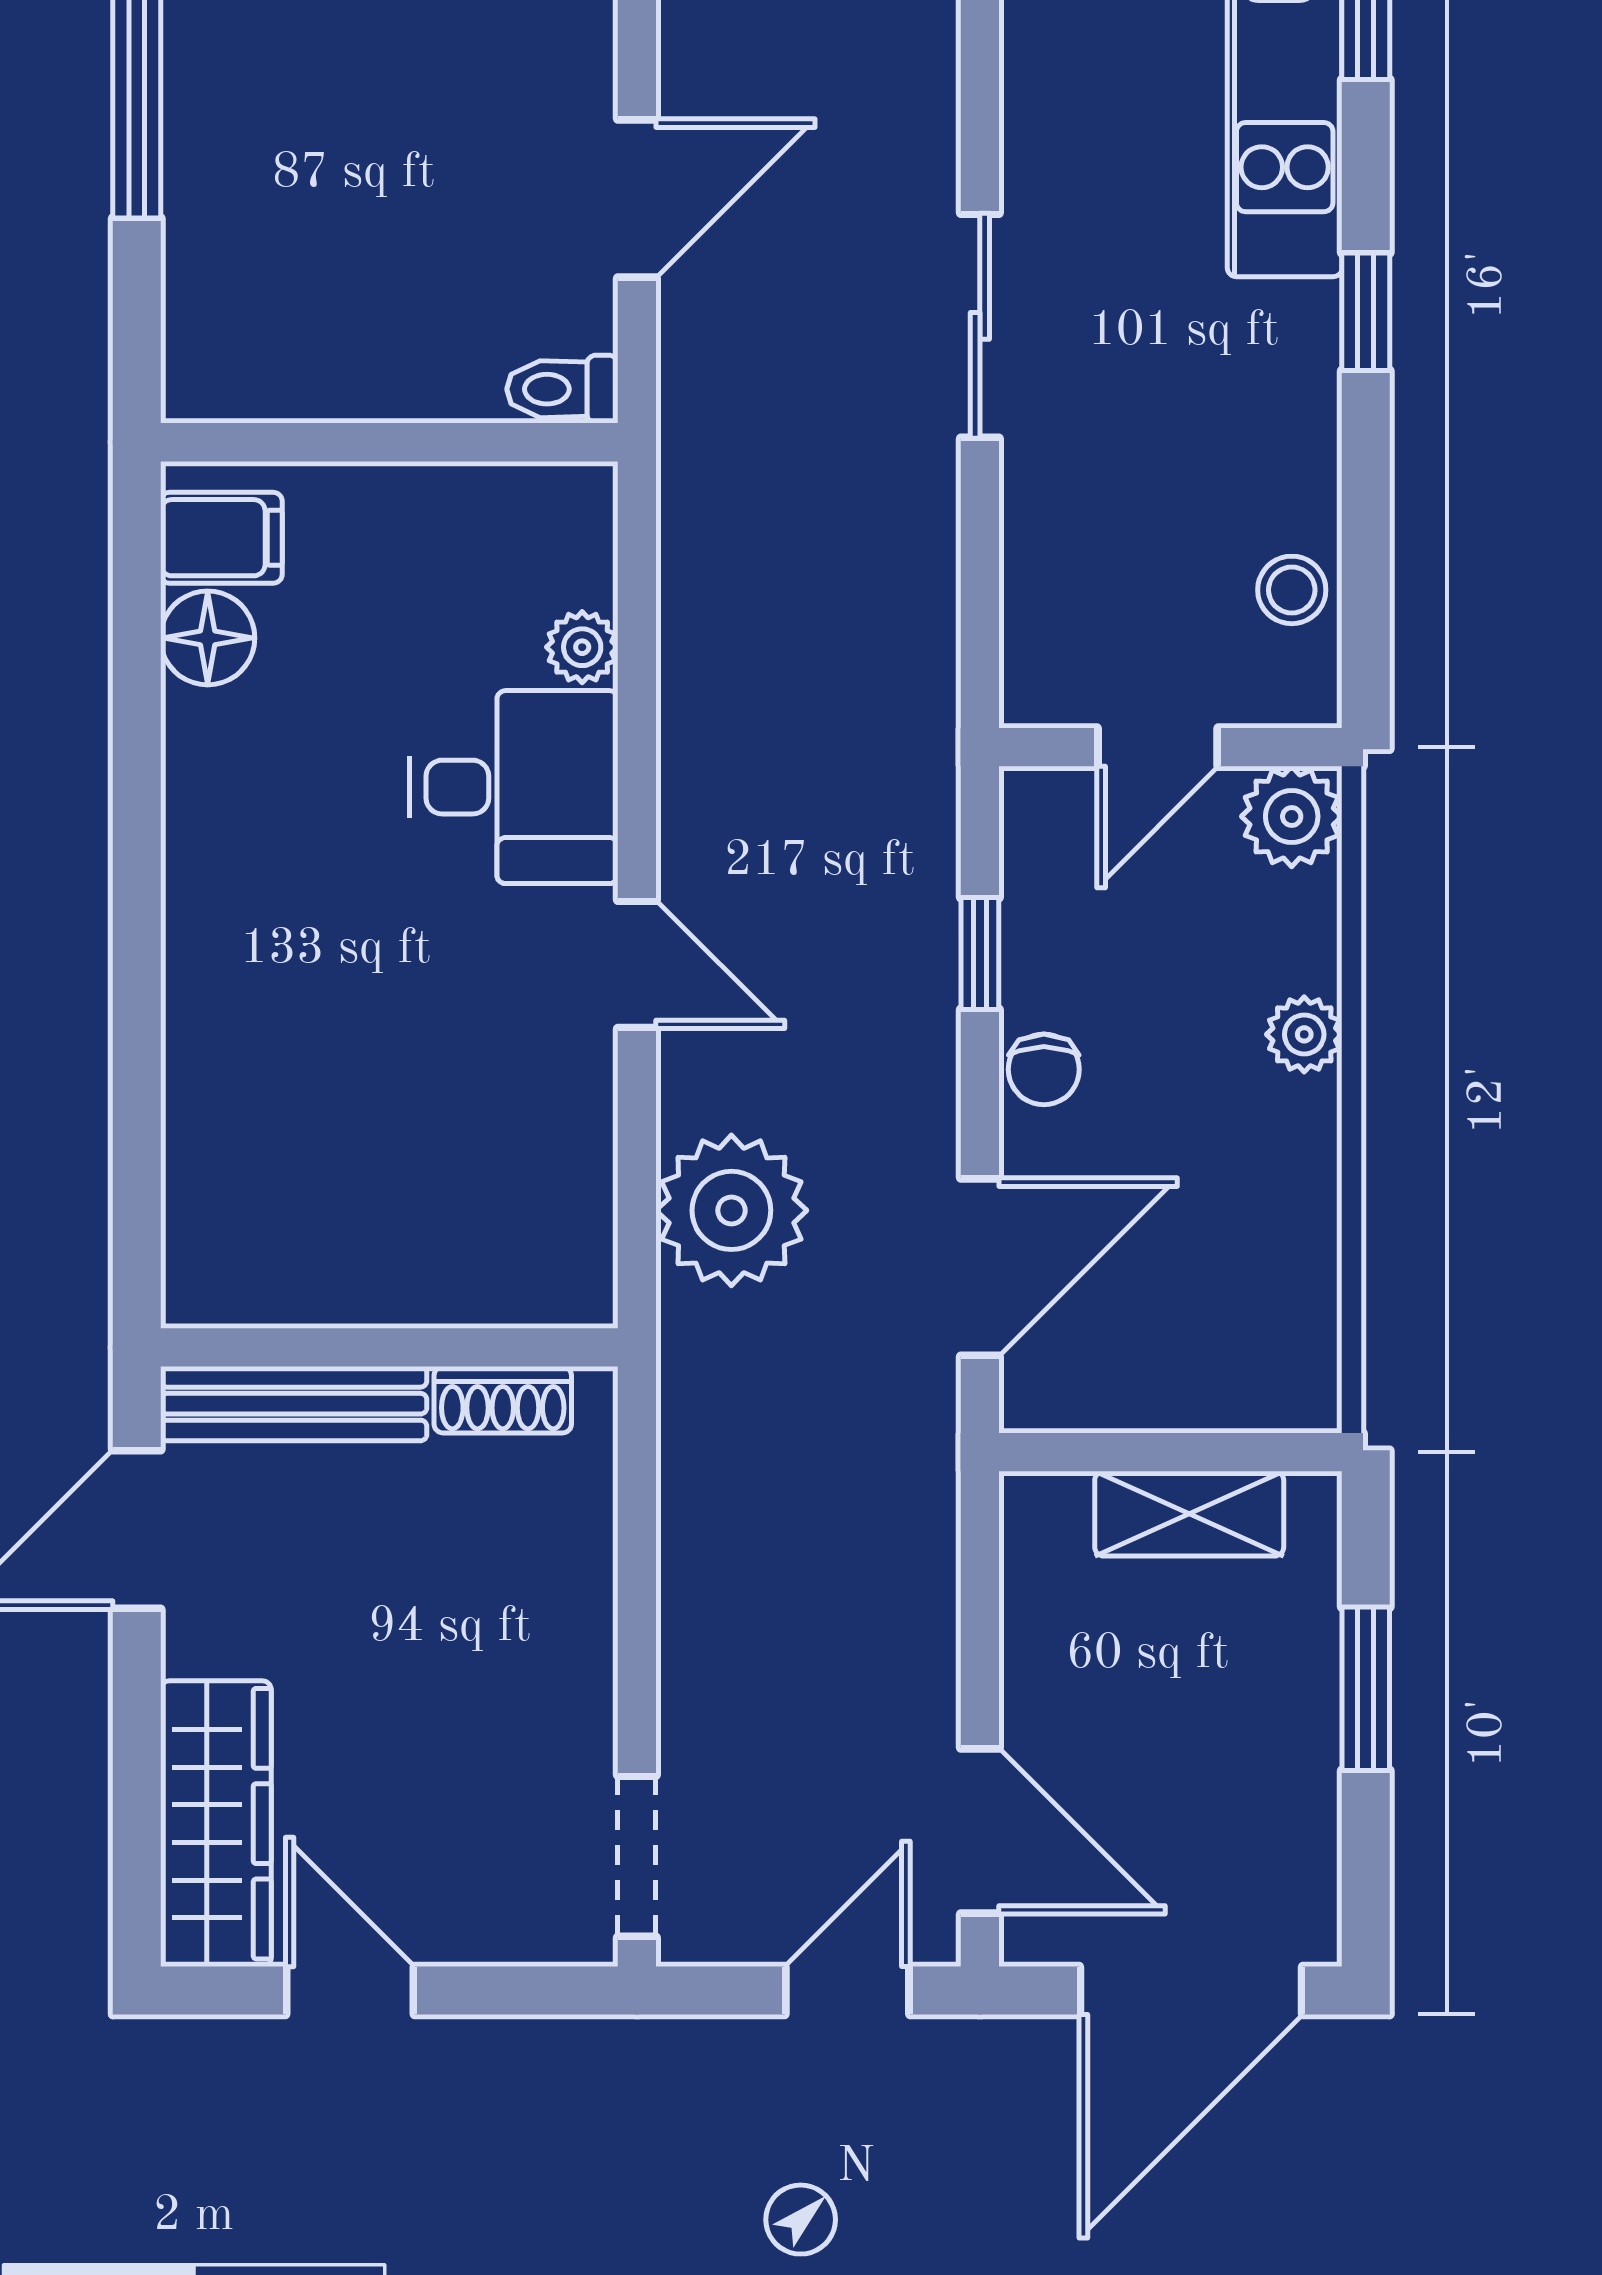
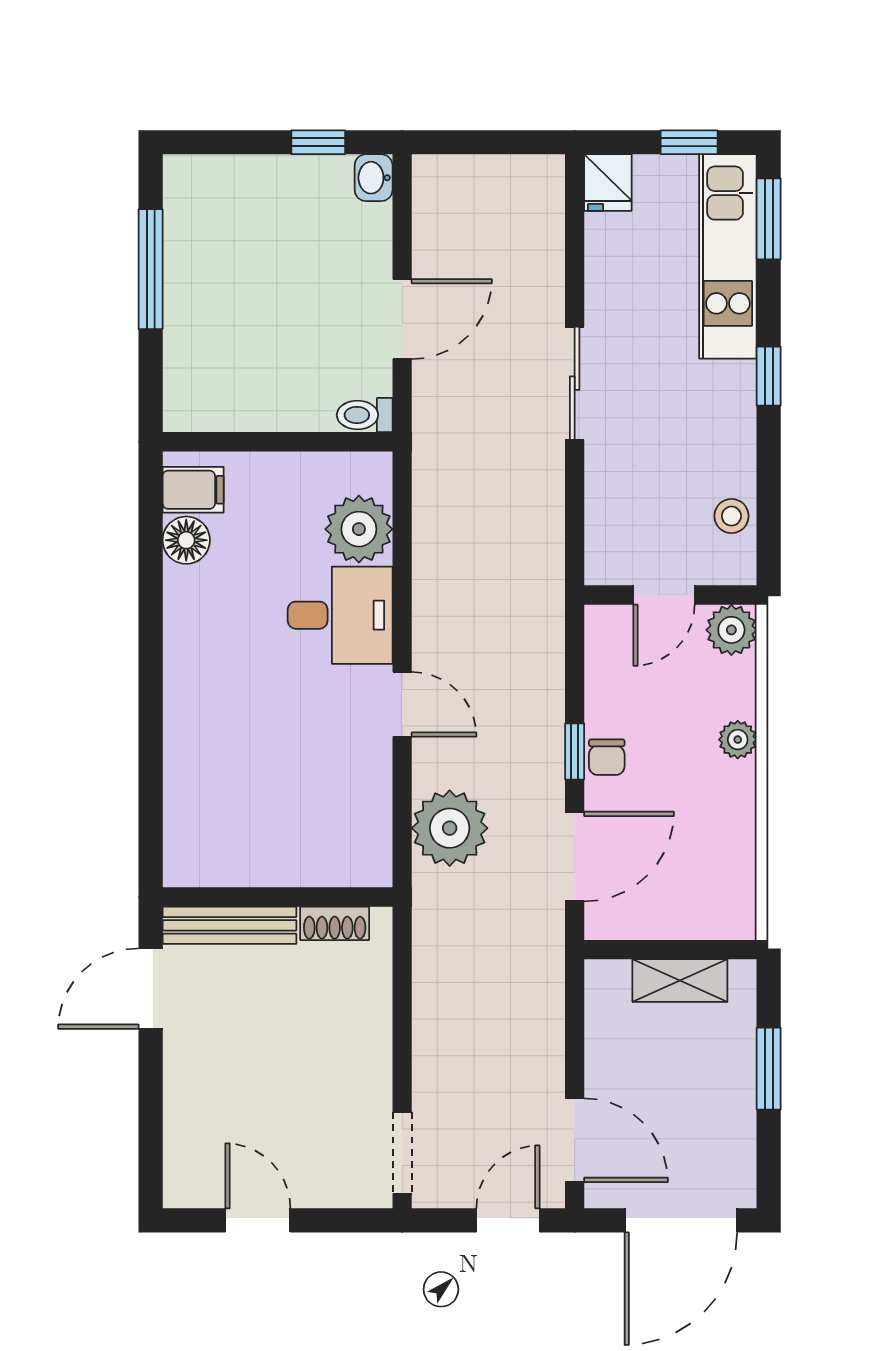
plant: (582, 647) -> (359, 529), width x1.88, depth x1.88
window: (980, 953) -> (575, 751), moved
wardrobe: (216, 1824) -> (190, 1137), removed

